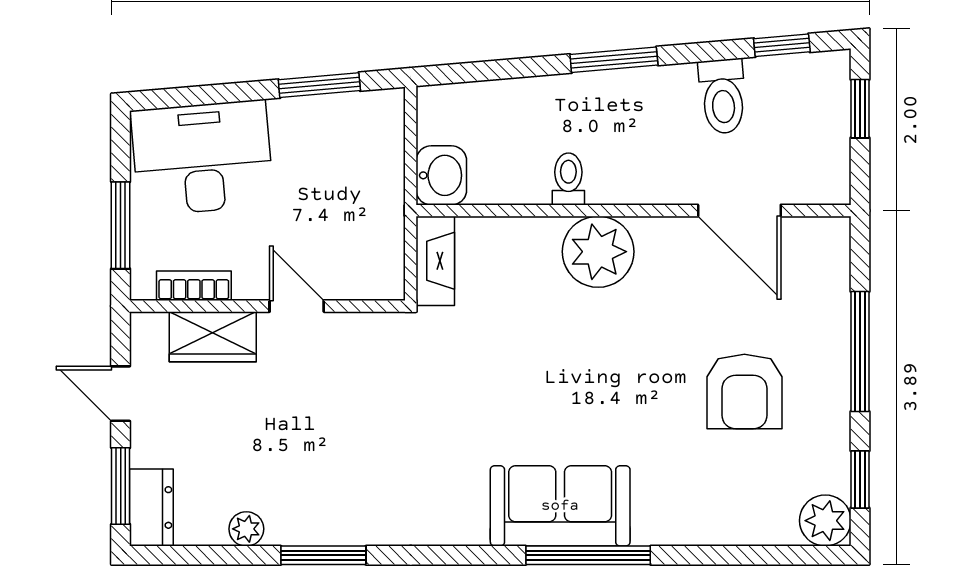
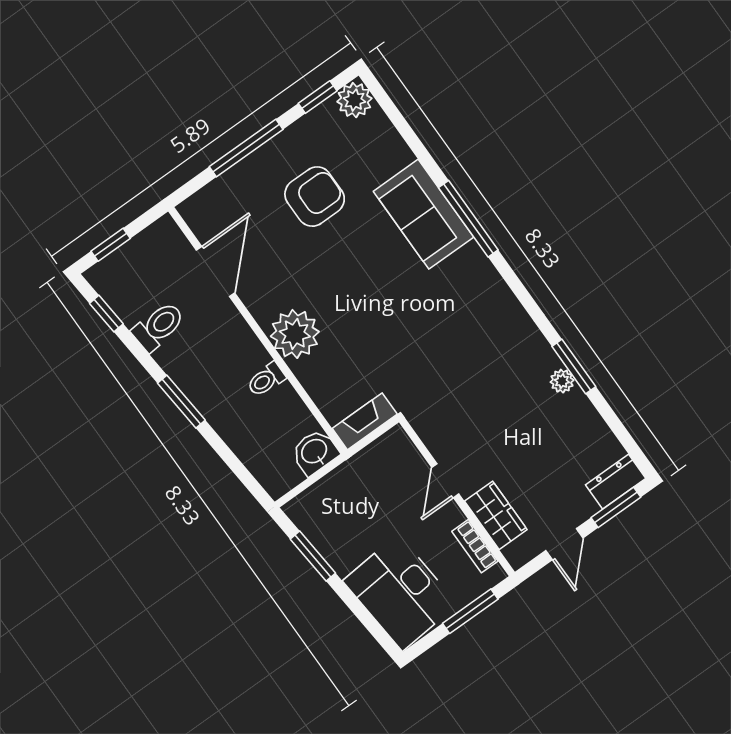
sofa: (560, 506) -> (424, 214), moved
plant: (246, 529) -> (562, 381), moved

